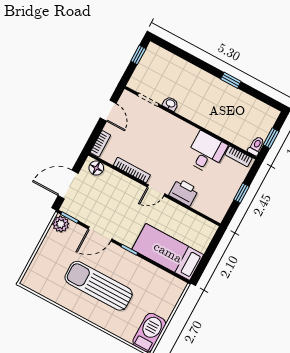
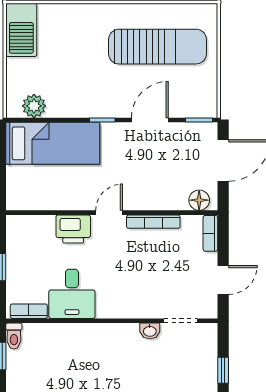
door: (108, 111) -> (223, 280), swing flipped
plant: (61, 224) -> (34, 106), moved
sun lounger: (99, 286) -> (158, 47), moved

